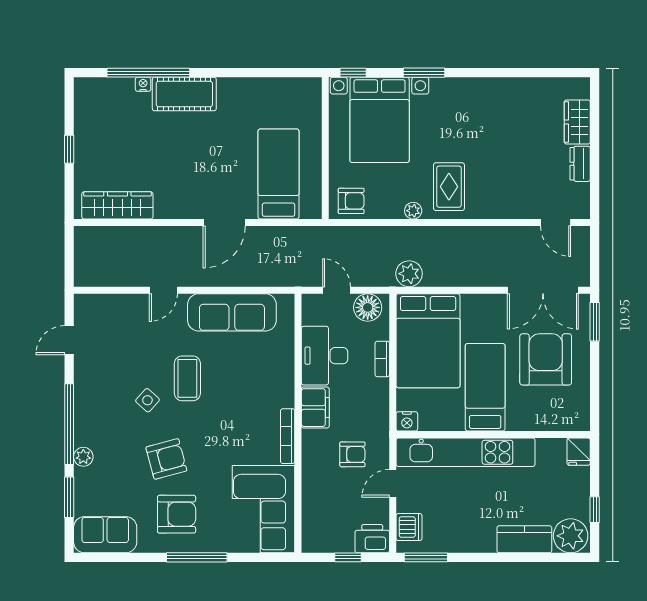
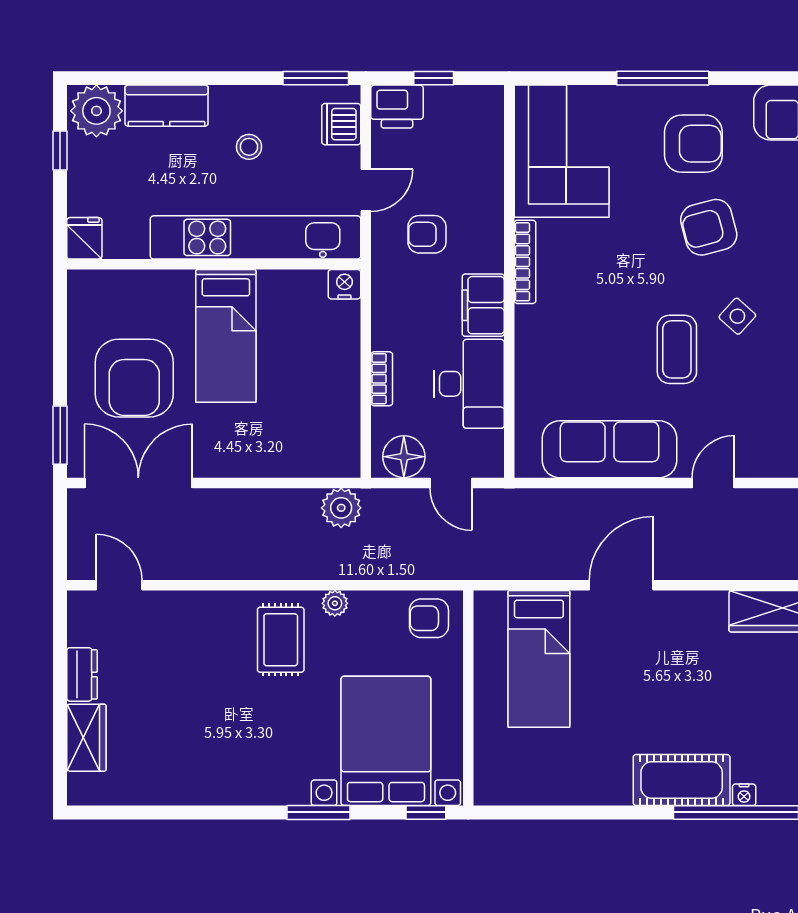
bed: (428, 341) -> (312, 406), removed
stool: (470, 512) -> (249, 147), added
armchair: (177, 514) -> (693, 144), turned 180

